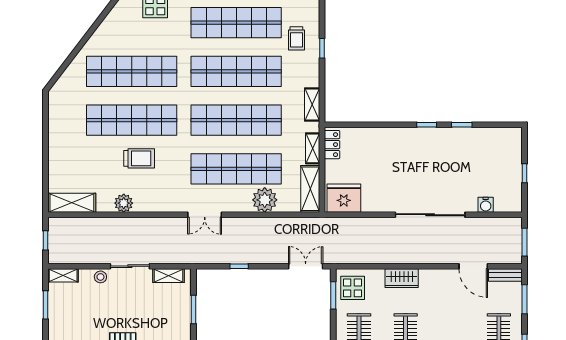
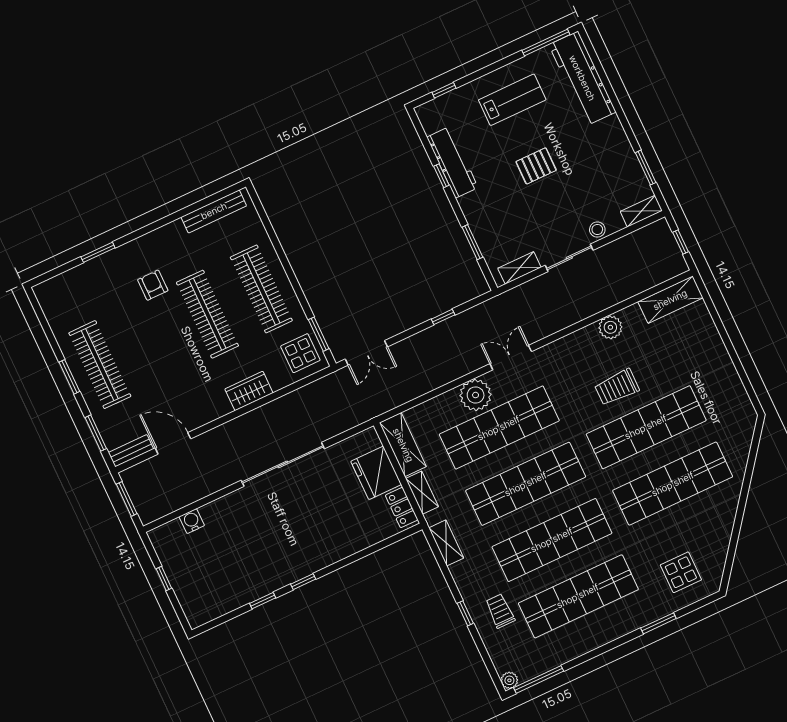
fridge: (344, 198) -> (376, 473), moved, turned 90
plant: (265, 200) -> (476, 395), moved
sliding door: (430, 215) -> (283, 464), moved

